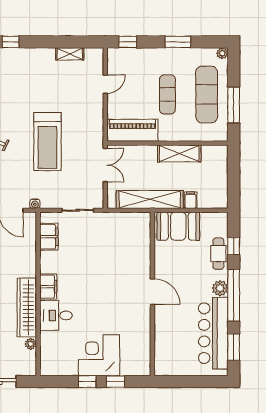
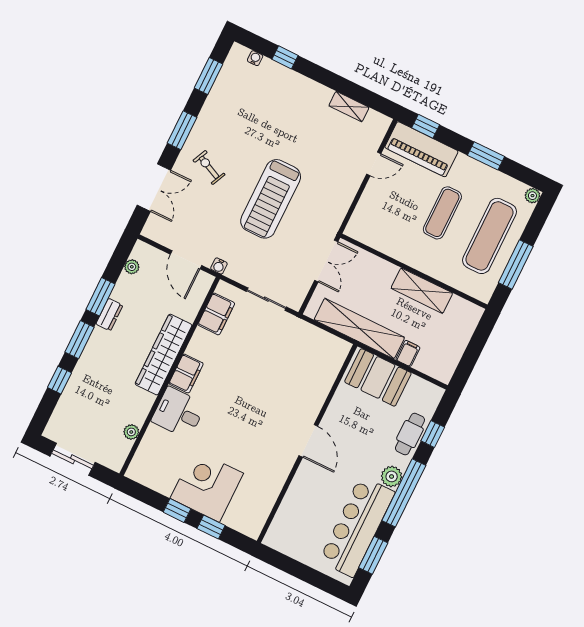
piano: (132, 130) -> (421, 149), moved, turned 180
wardrobe: (27, 307) -> (164, 355), moved

